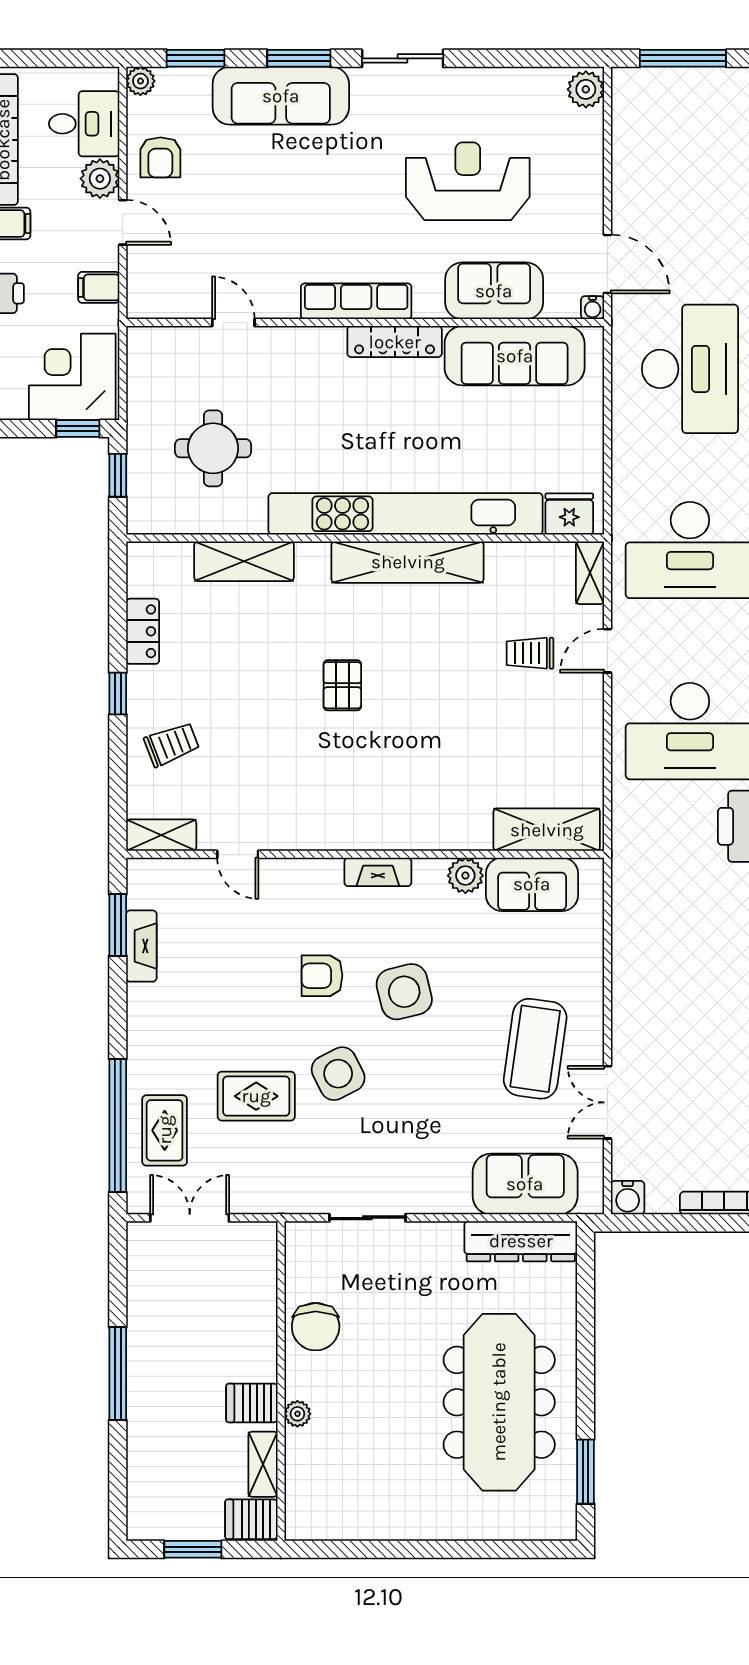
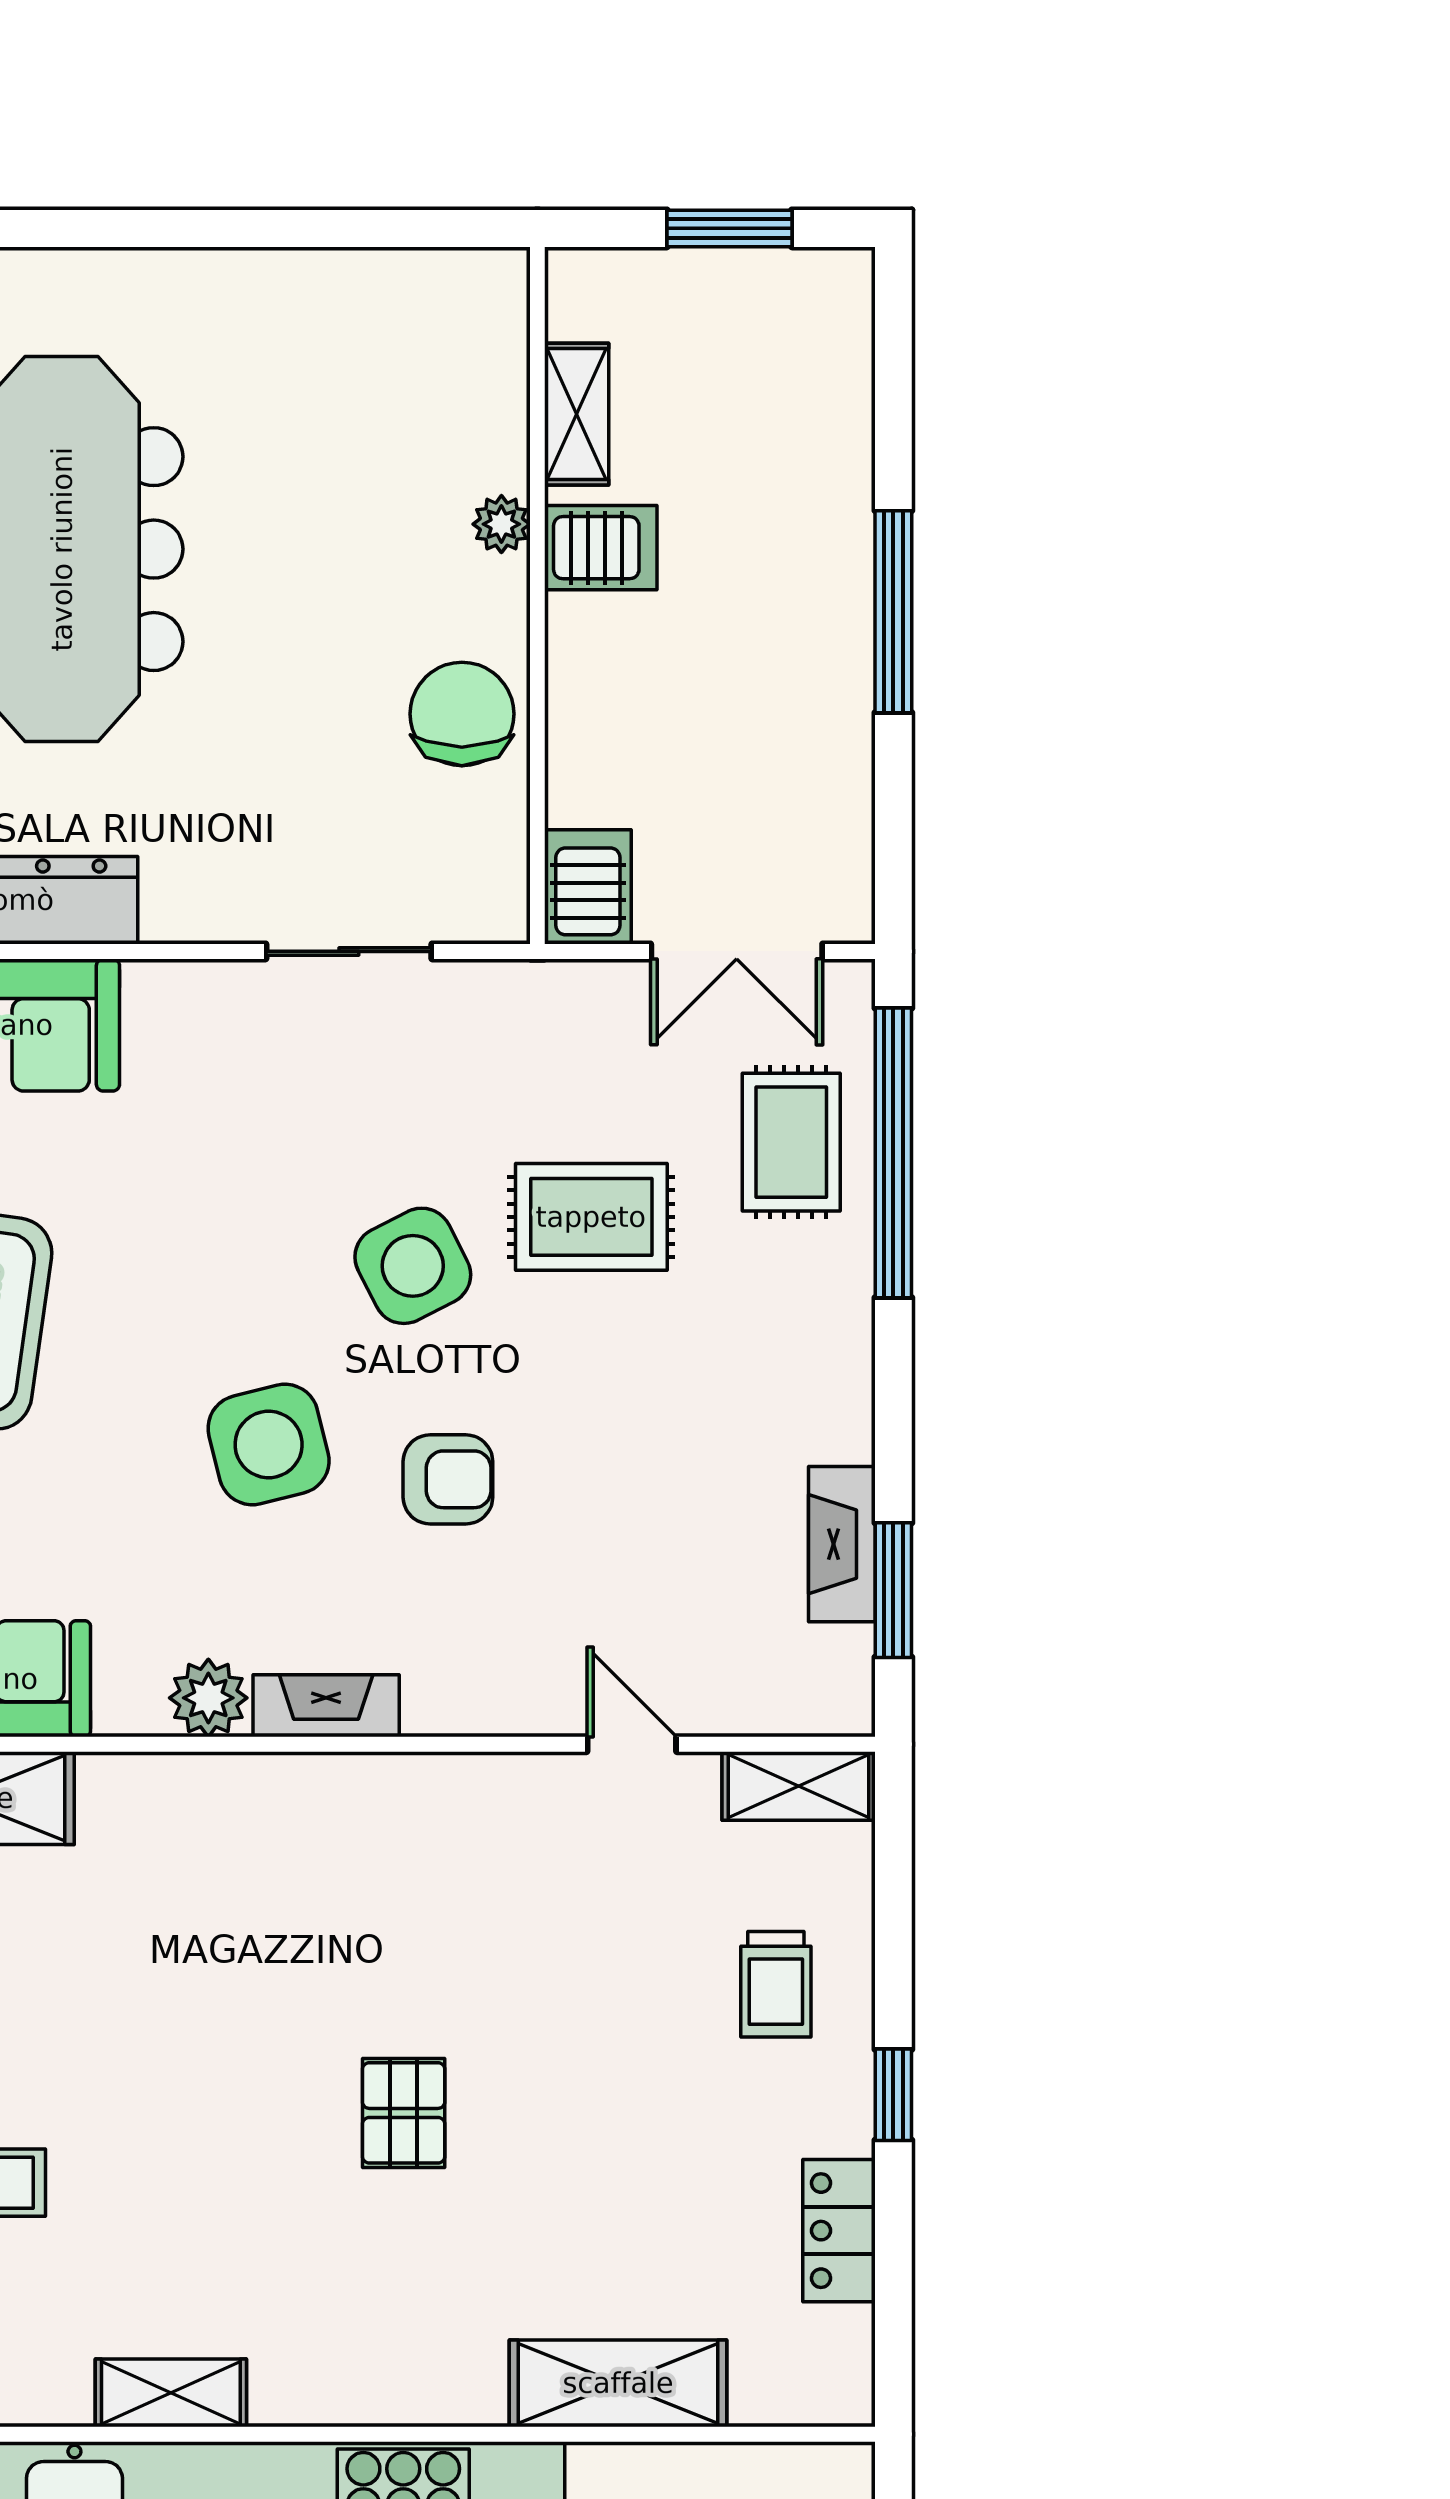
shelving: (408, 562) -> (171, 2393), width x0.45, depth x0.75
trolley: (172, 744) -> (776, 1984), turned -69
plant: (465, 876) -> (208, 1698), moved
server rack: (251, 1519) -> (588, 887), moved, turned -90

